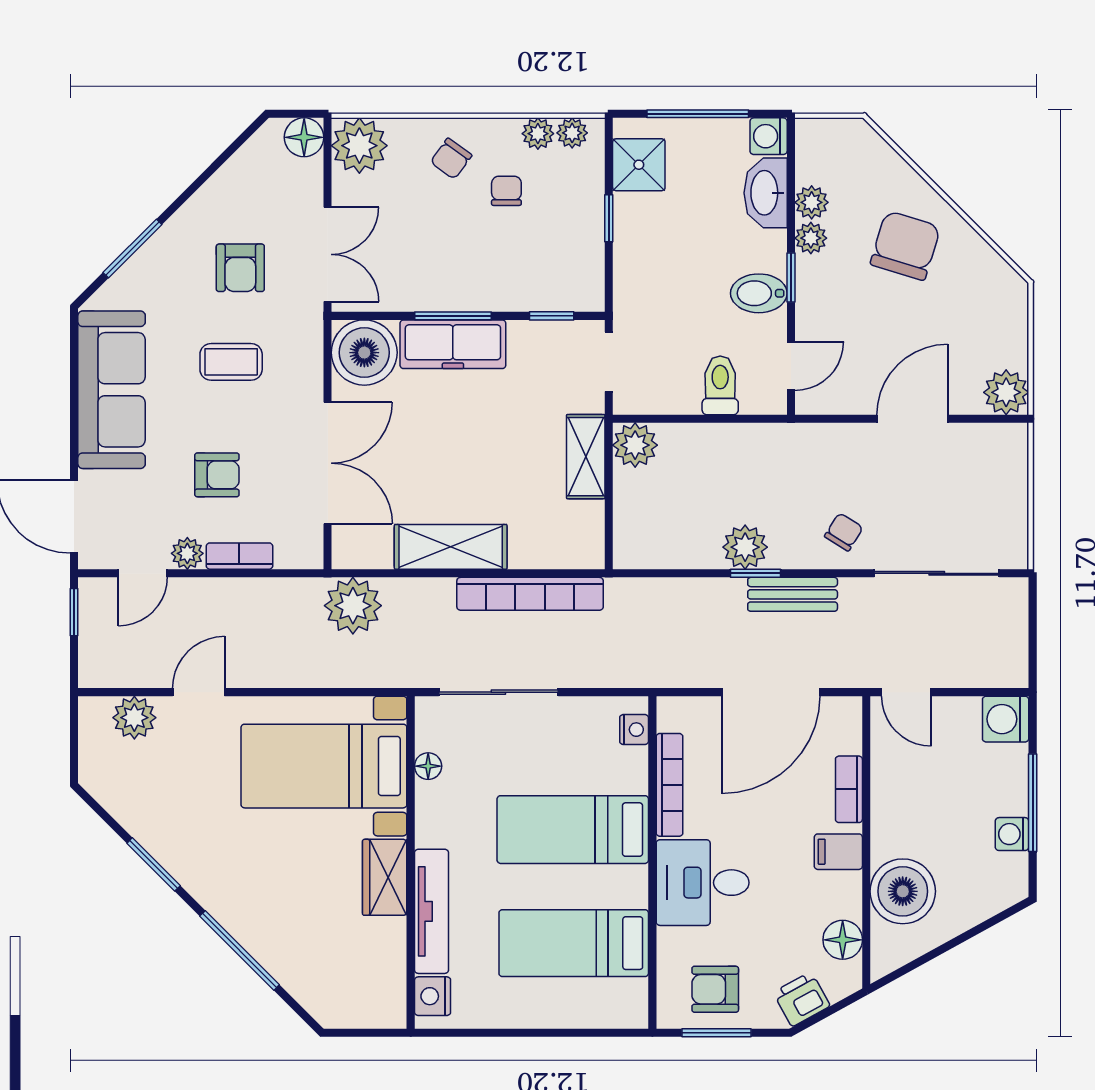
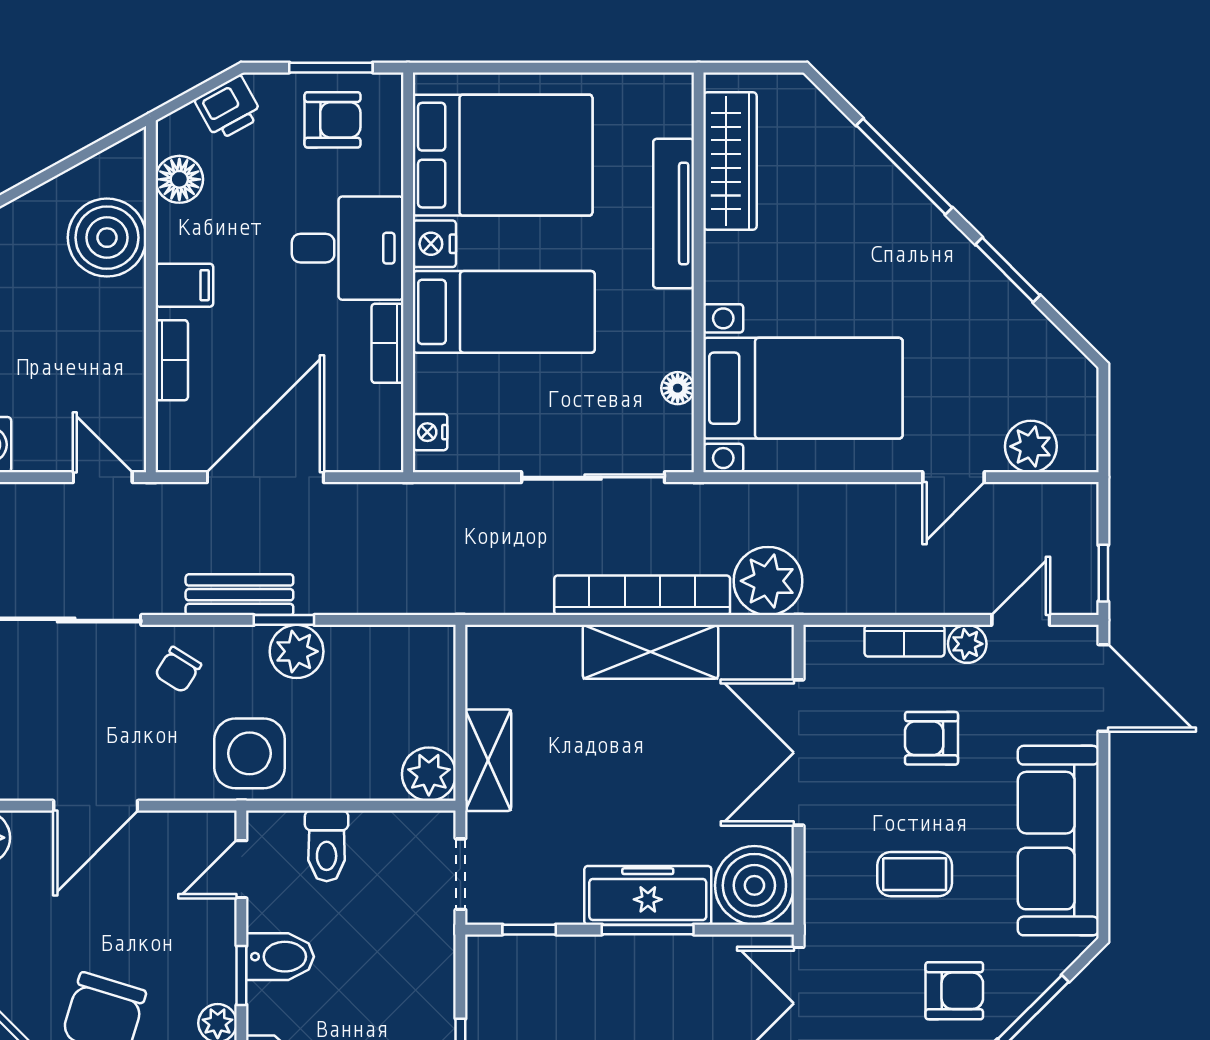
armchair: (240, 268) -> (954, 991), moved, turned 90
side table: (784, 462) -> (250, 753), added
bookcase: (530, 594) -> (642, 595), moved
bookcase: (669, 785) -> (387, 343), width x0.64
wardrobe: (385, 877) -> (730, 161), moved, width x1.50
bed: (574, 943) -> (503, 155), width x1.50
nightstand: (433, 996) -> (434, 244), moved, turned 180

